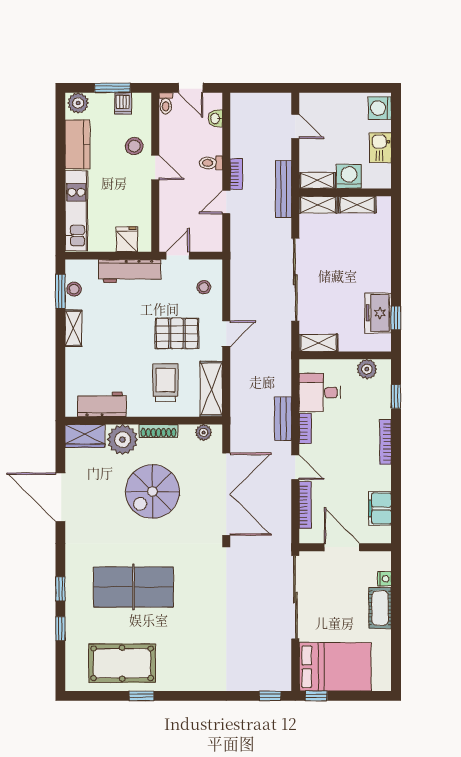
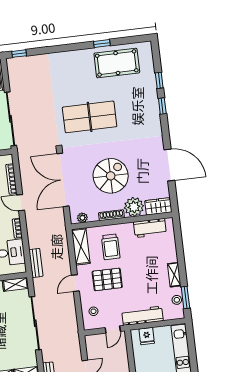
bench: (283, 419) -> (36, 263), moved
table tennis table: (133, 587) -> (90, 117), moved

